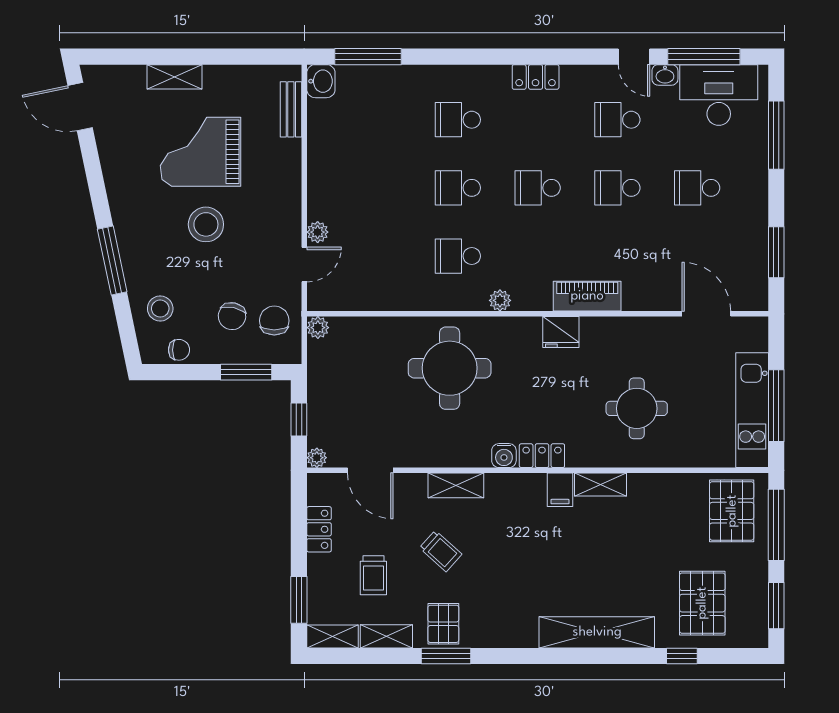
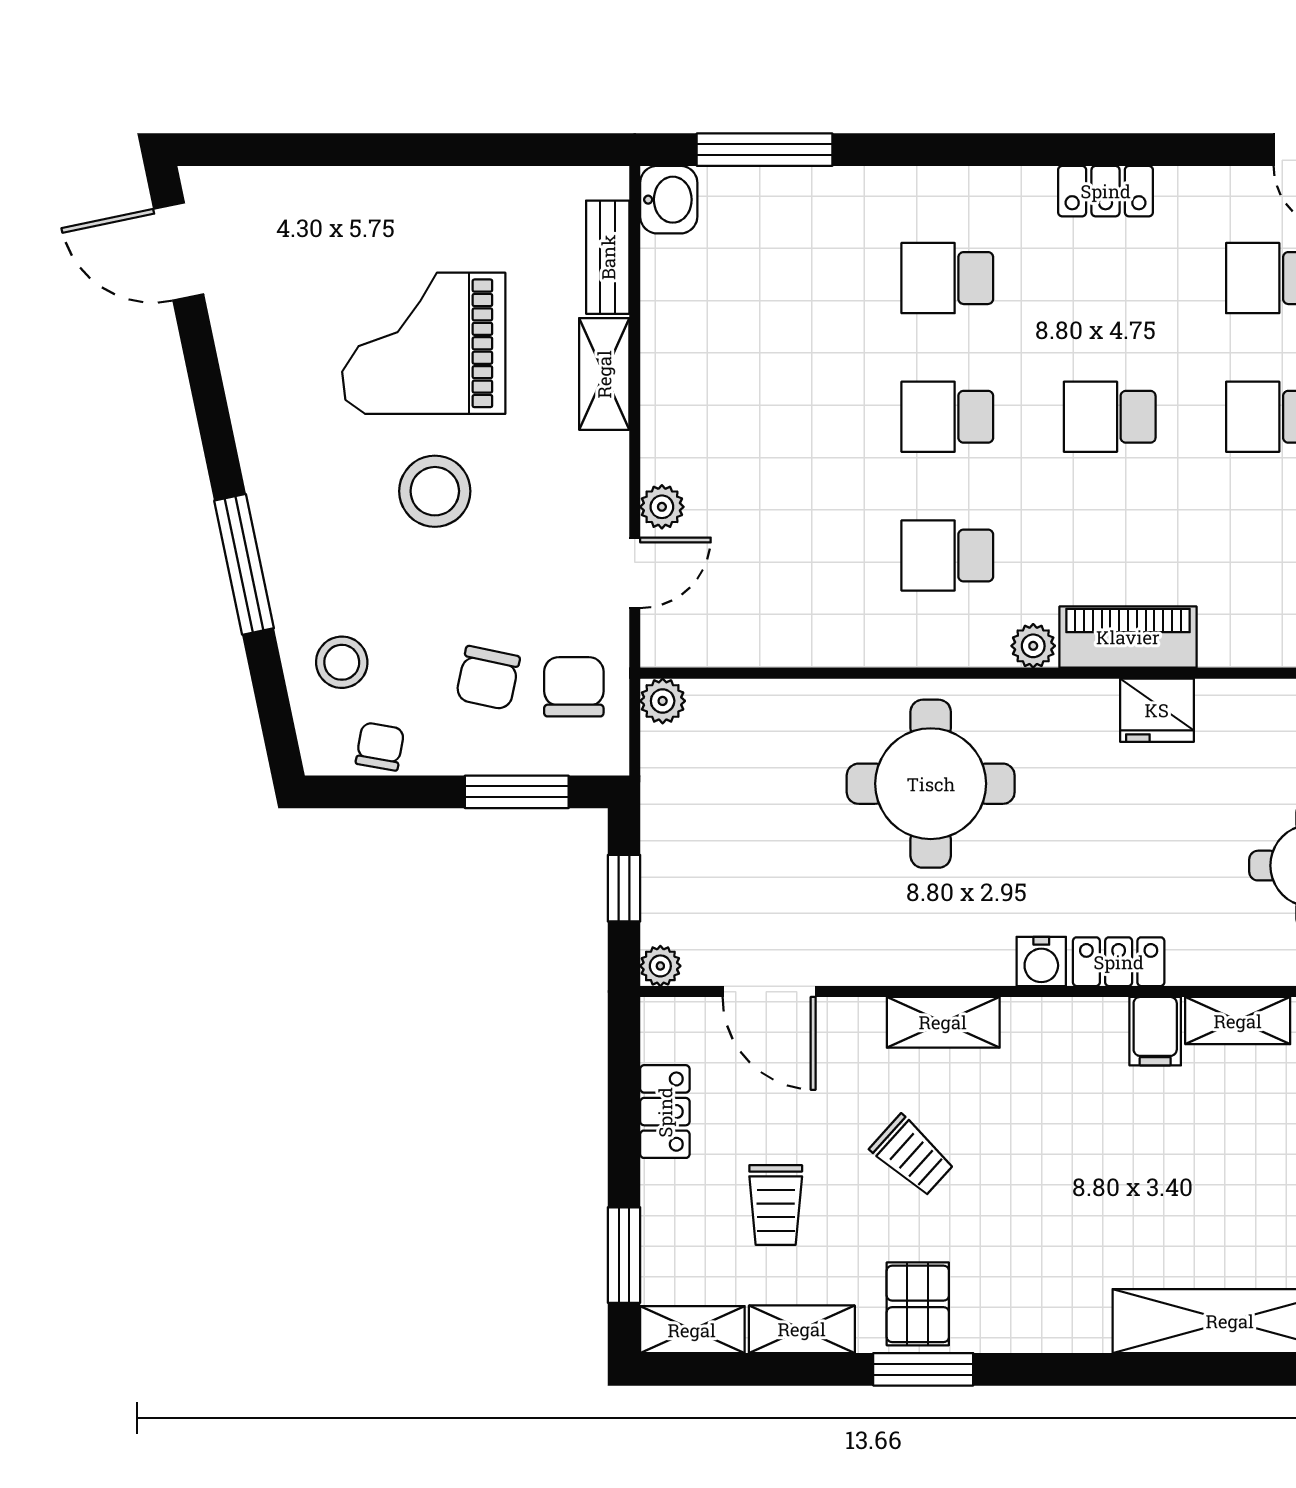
shelving: (174, 77) -> (604, 374), moved, turned 90
piano: (587, 296) -> (1128, 637), moved
chair: (179, 350) -> (380, 746), turned -80

